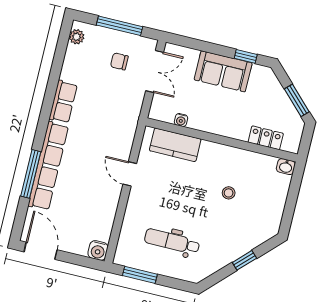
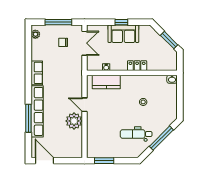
window: (246, 56) -> (121, 22), moved
locker: (266, 138) -> (137, 66), moved
plant: (106, 197) -> (74, 121), added
dental chair: (172, 241) -> (136, 134), moved
water cooler: (98, 250) -> (77, 153), removed
window: (244, 260) -> (161, 138), width x2.17

